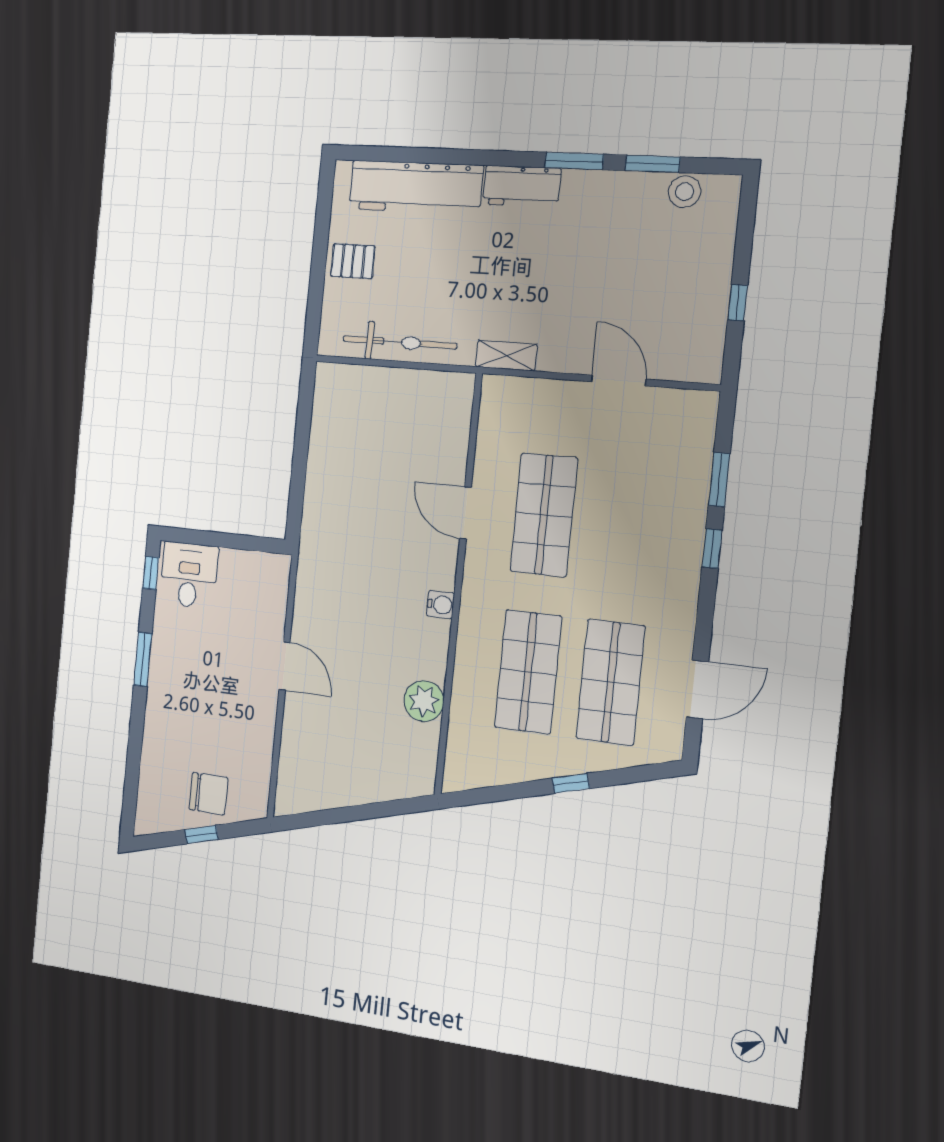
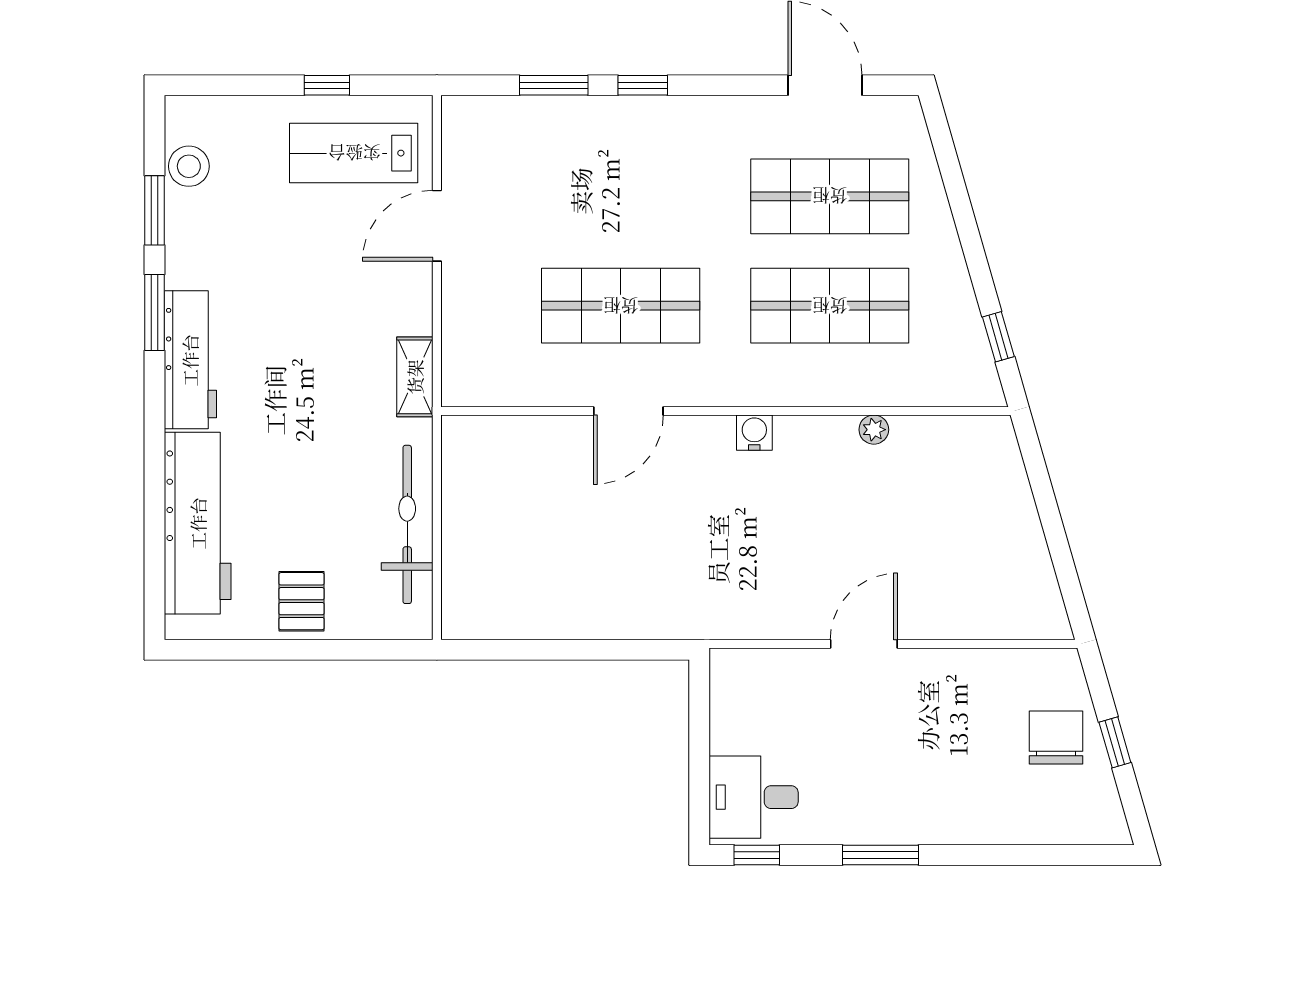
workbench: (522, 186) -> (190, 360), width x1.37
lab bench: (682, 320) -> (354, 153), added
plant: (424, 701) -> (874, 430), width x0.53, depth x0.53
window: (571, 783) -> (998, 337), moved

